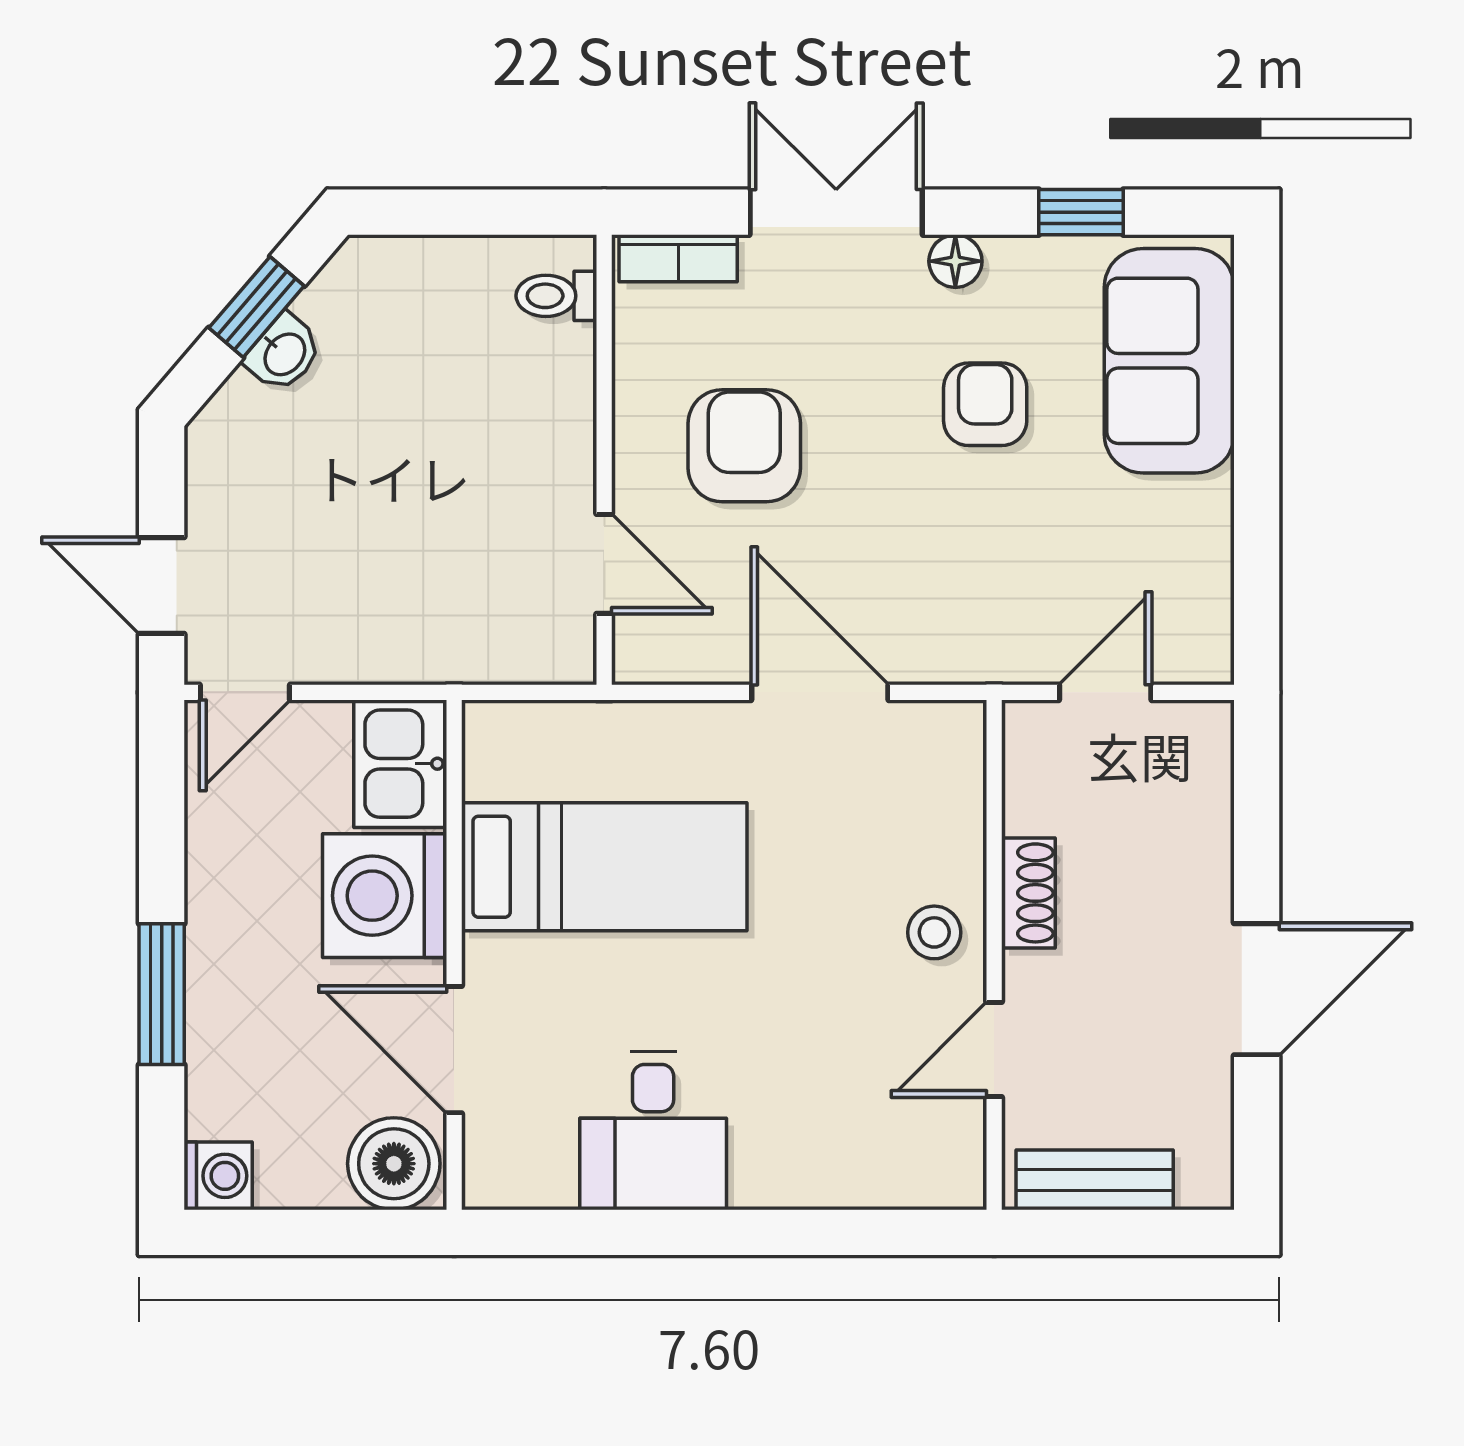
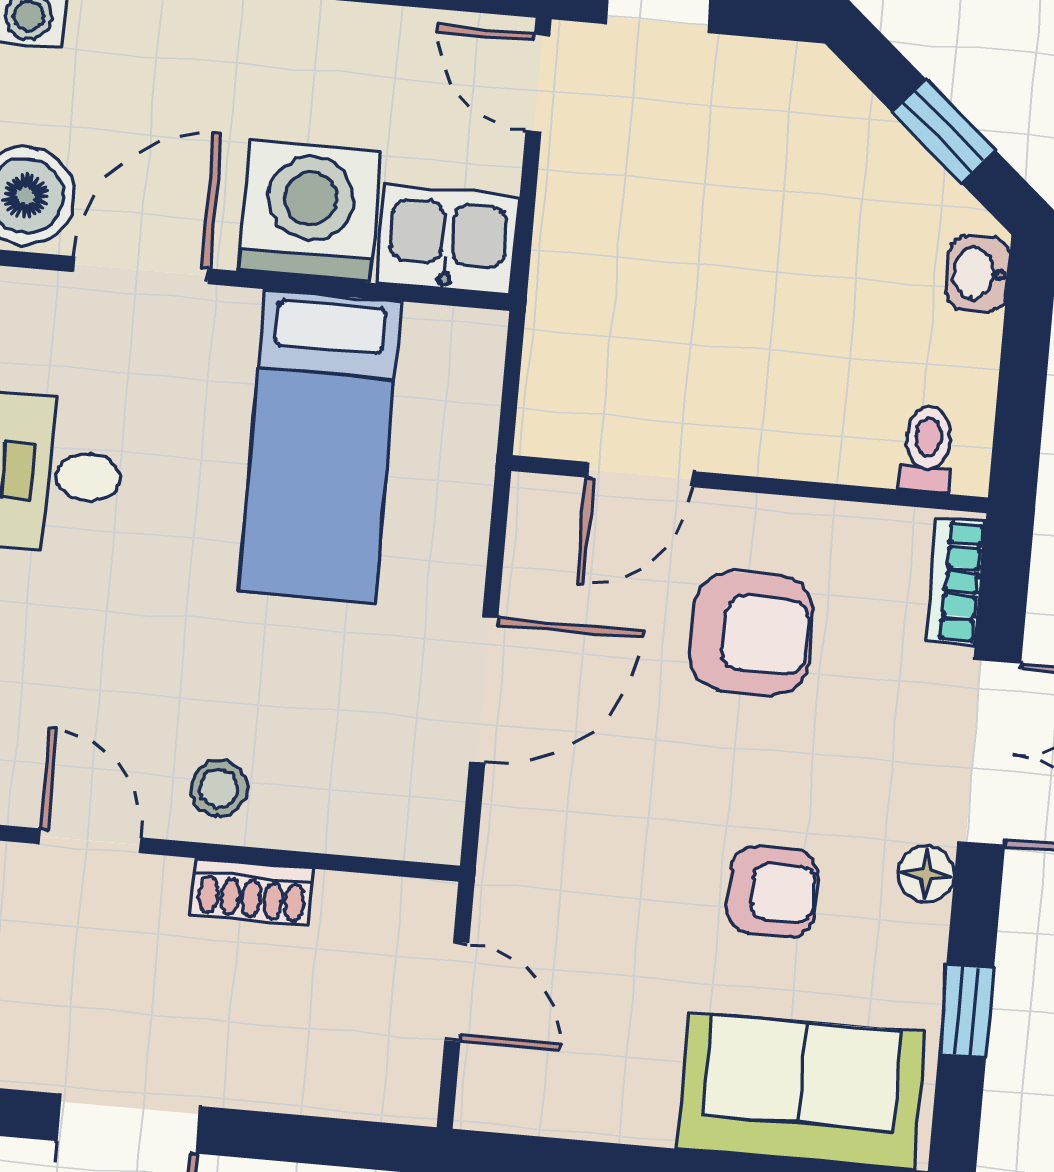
washbasin: (284, 353) -> (978, 273), moved, turned 49

